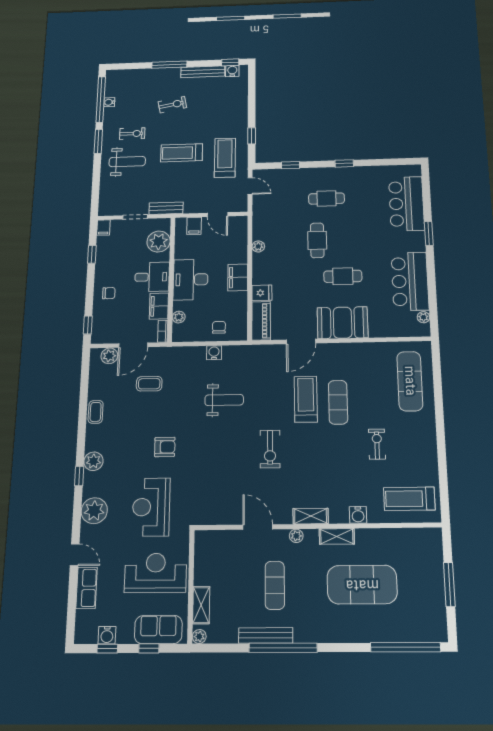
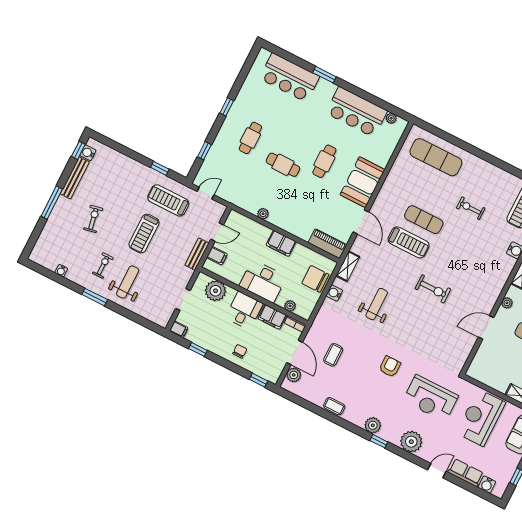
window: (101, 99) -> (54, 277), removed
bench: (166, 208) -> (197, 254), moved
fridge: (262, 293) -> (304, 231), removed
chair: (219, 327) -> (315, 279), width x1.87, depth x1.87
treadmill: (306, 399) -> (409, 242), turned 180
shelving: (311, 516) -> (348, 266), moved
water cooler: (107, 635) -> (487, 485), moved, turned 90

